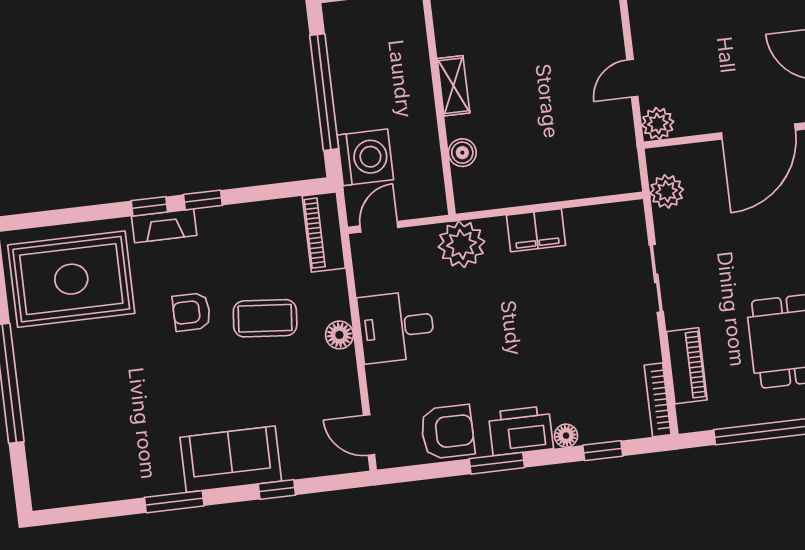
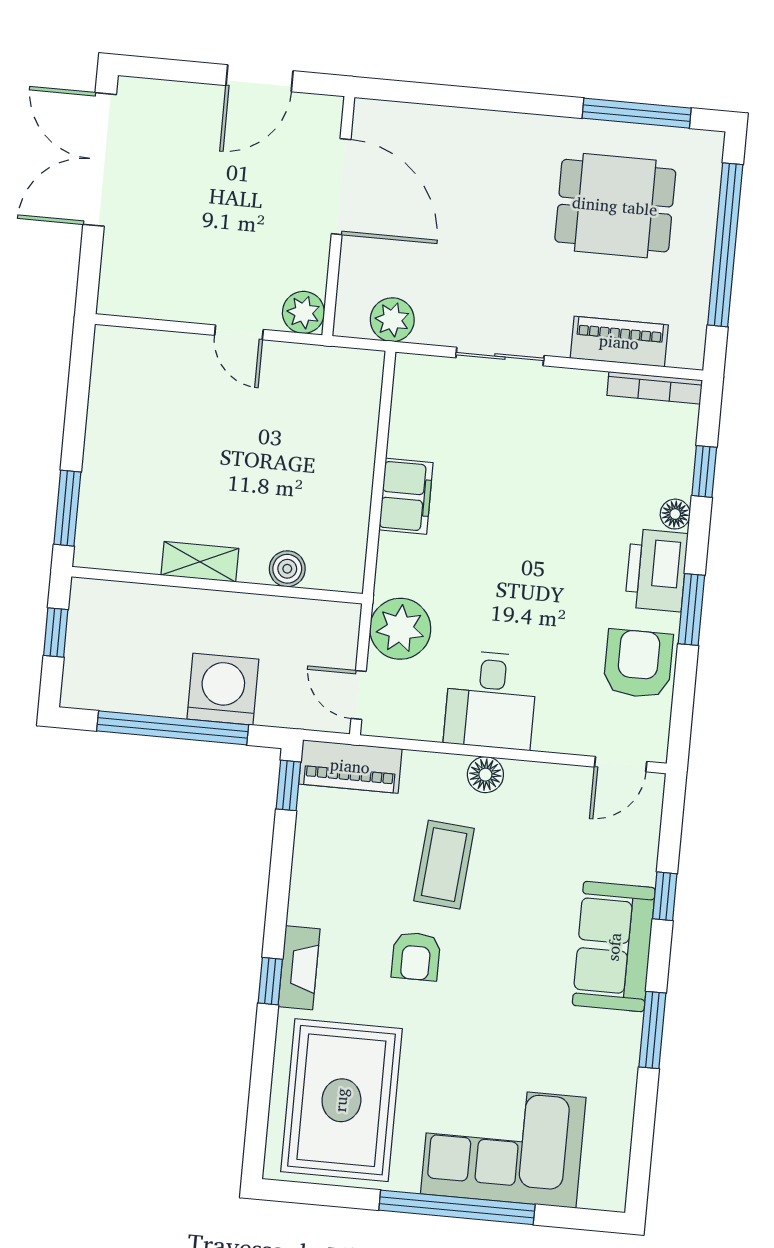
washing machine: (365, 157) -> (223, 689), moved
window: (203, 200) -> (288, 785), moved
plant: (461, 244) -> (400, 629), moved
corner sofa: (63, 408) -> (503, 1146), added

